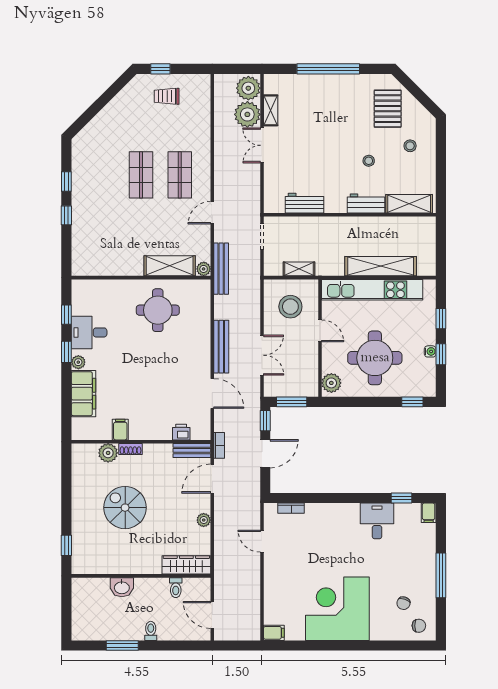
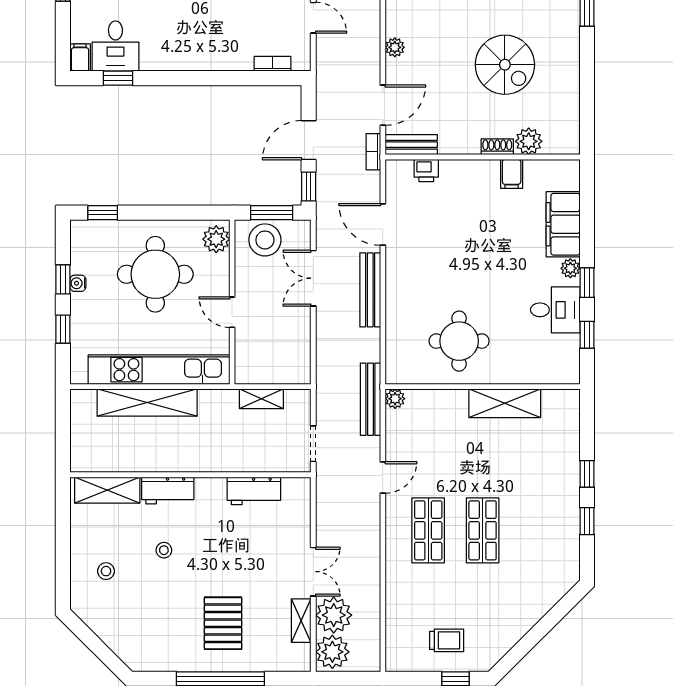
pallet: (388, 109) -> (223, 623), moved
shelving: (170, 266) -> (505, 403), moved
stool: (290, 307) -> (265, 240), moved
desk: (377, 521) -> (115, 46), moved

